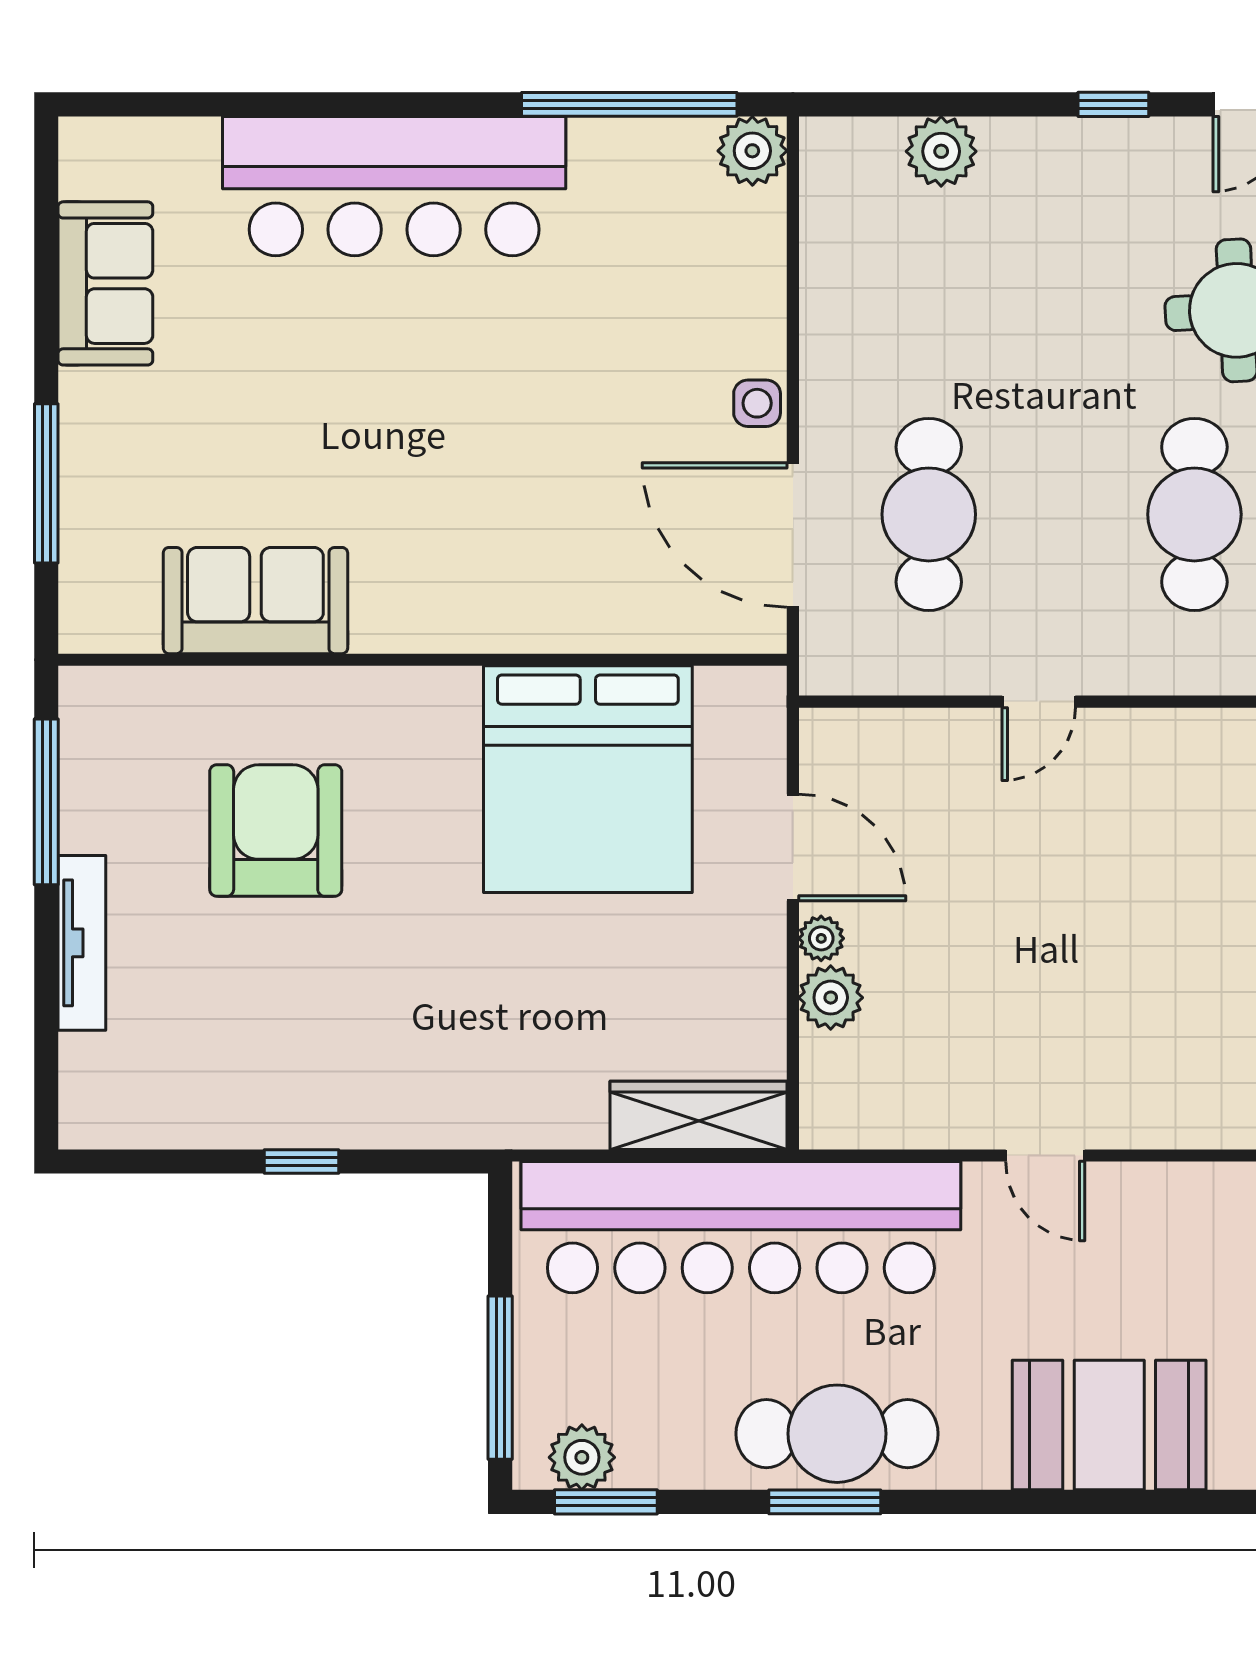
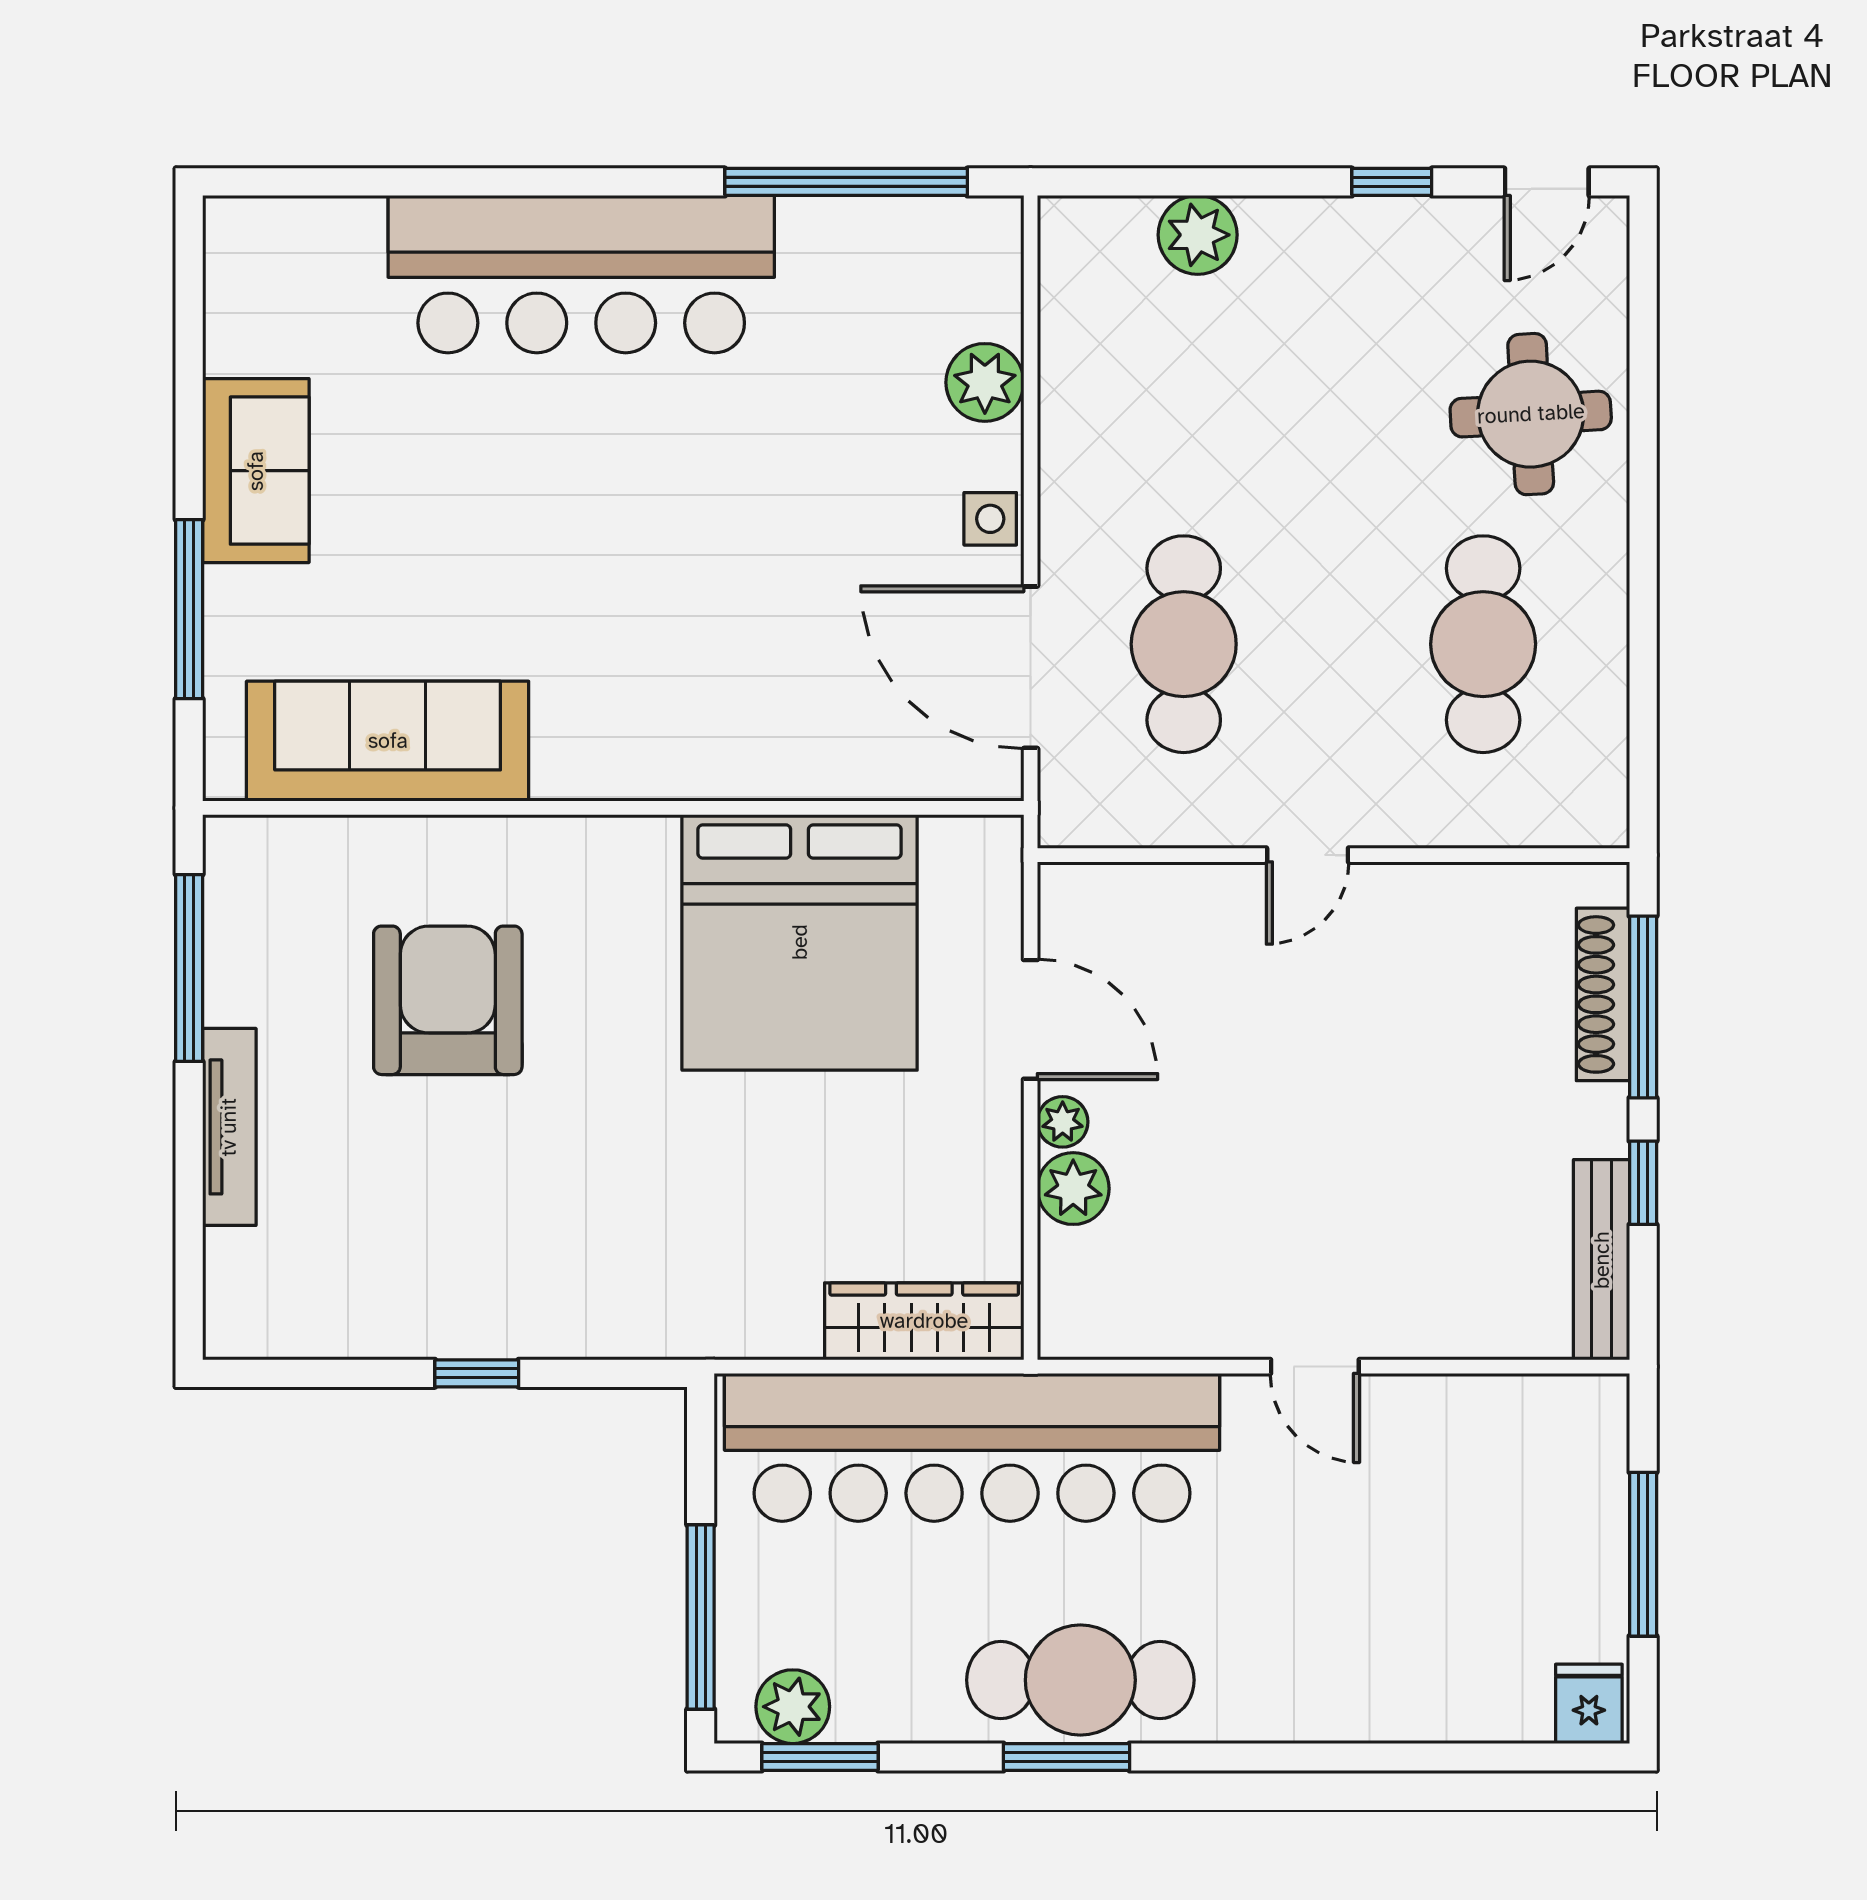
plant: (752, 151) -> (985, 382), moved
sofa: (105, 283) -> (256, 471), moved
sofa: (255, 601) -> (388, 741), width x1.36
booth: (1109, 1425) -> (1387, 1670), removed

